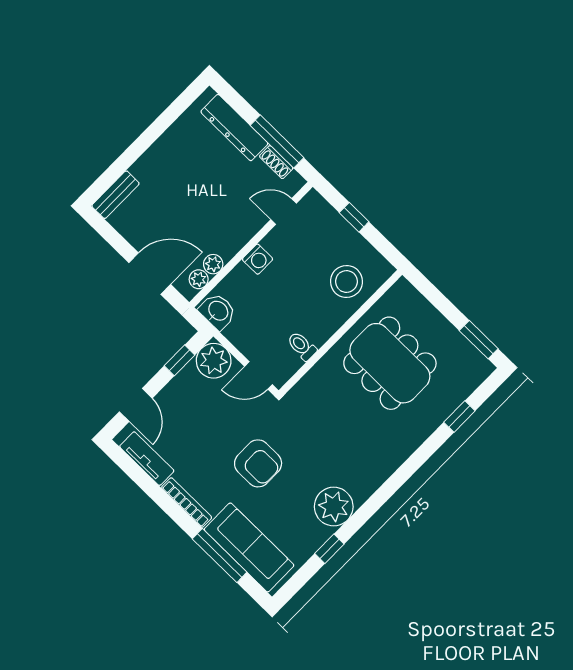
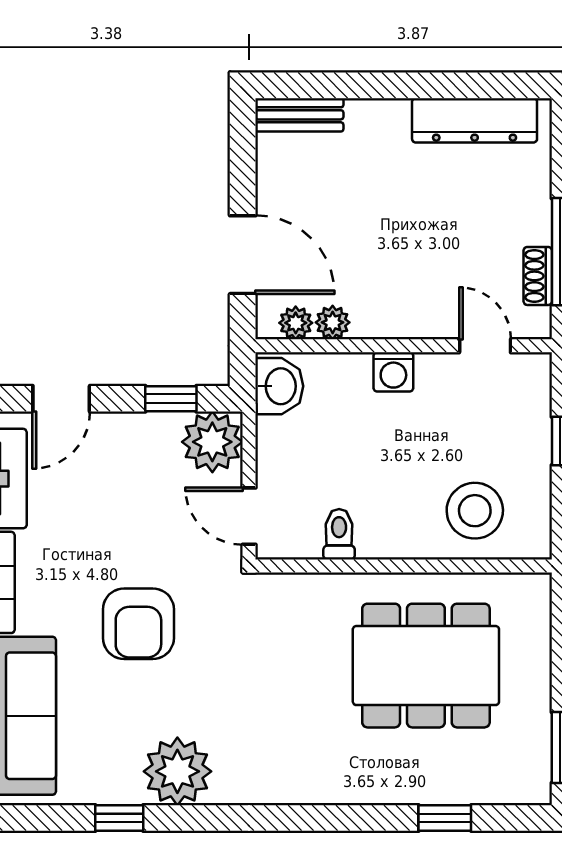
dresser: (234, 128) -> (475, 120), moved, turned -90
dining table: (390, 363) -> (426, 666), turned 90

